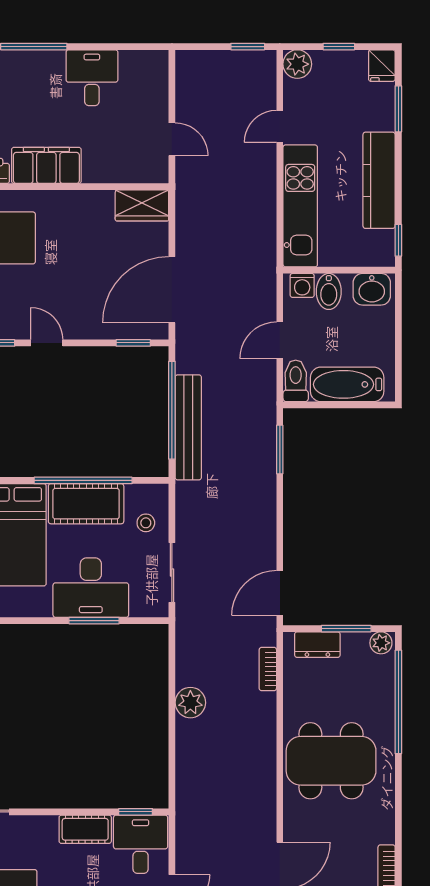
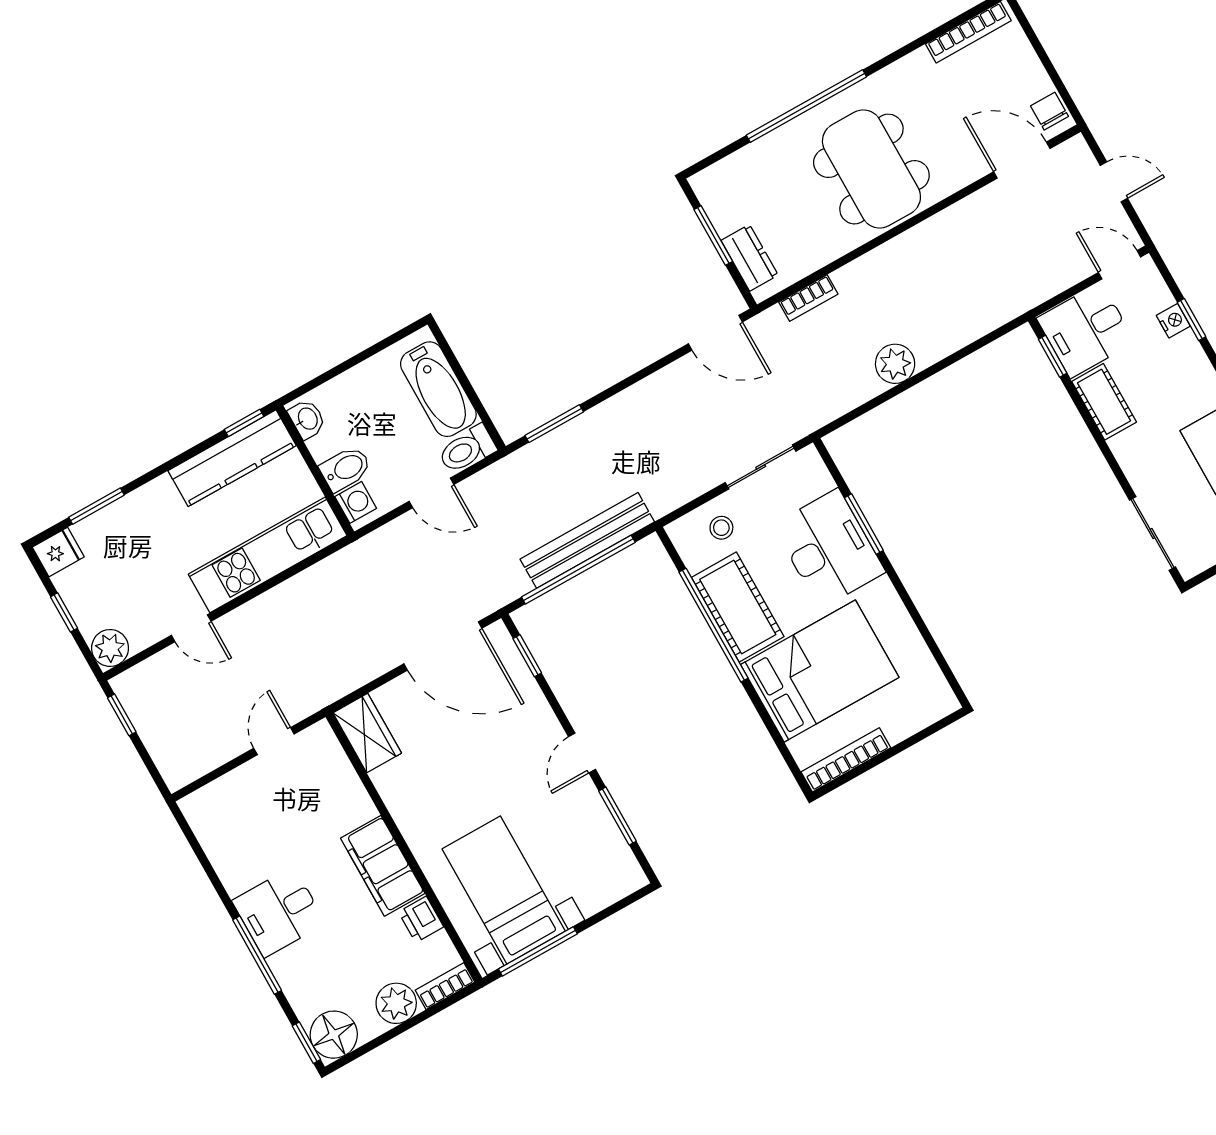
desk: (92, 78) -> (279, 912), moved
kitchen counter: (379, 180) -> (232, 458), moved
washbasin: (372, 289) -> (307, 419), width x0.72, depth x0.69
plant: (381, 643) -> (707, 188), removed
window: (398, 702) -> (806, 106), moved

